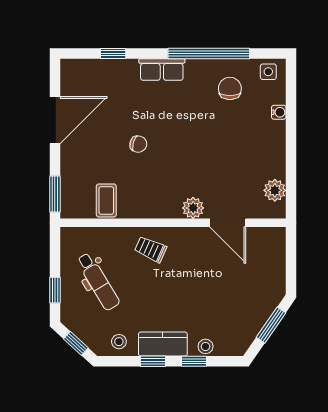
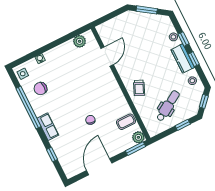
door: (55, 120) -> (99, 167), hinge flipped
plant: (193, 208) -> (138, 137), moved

